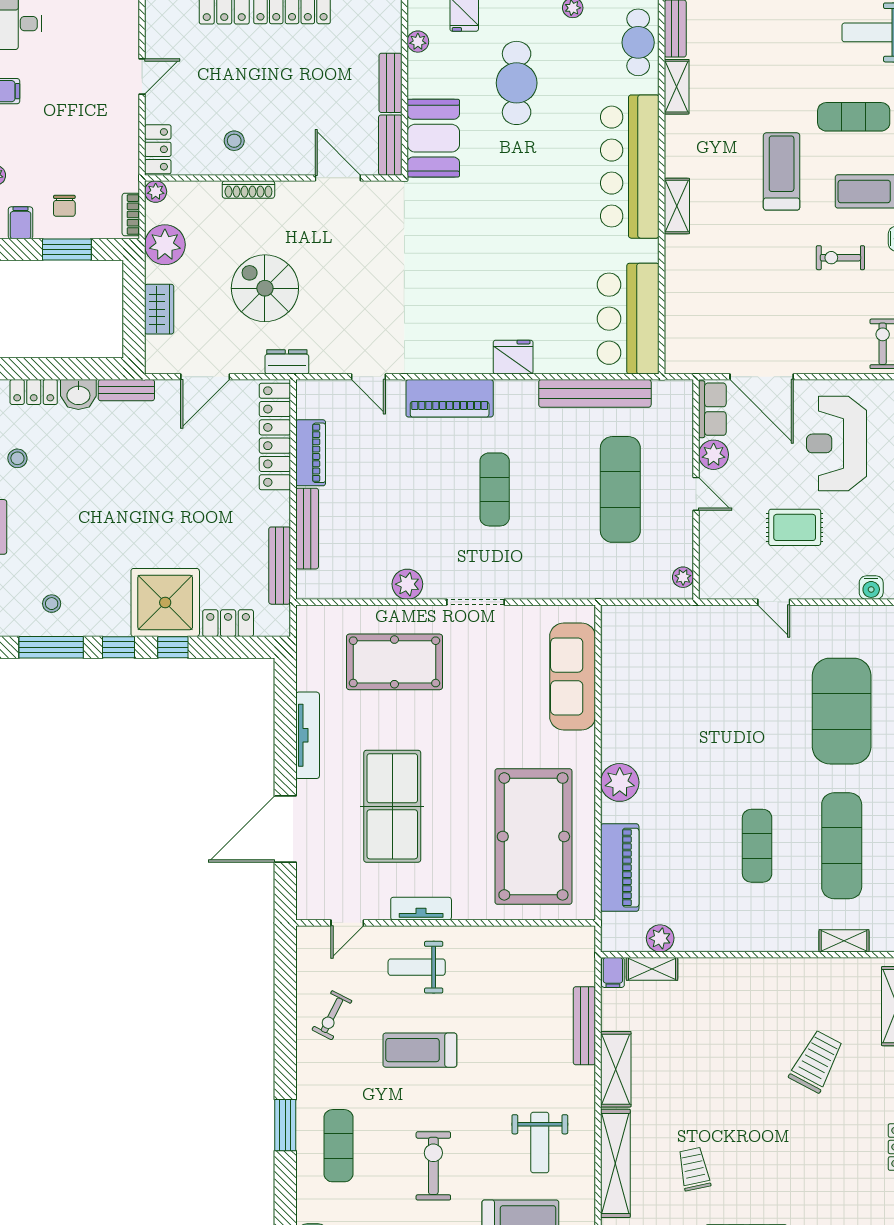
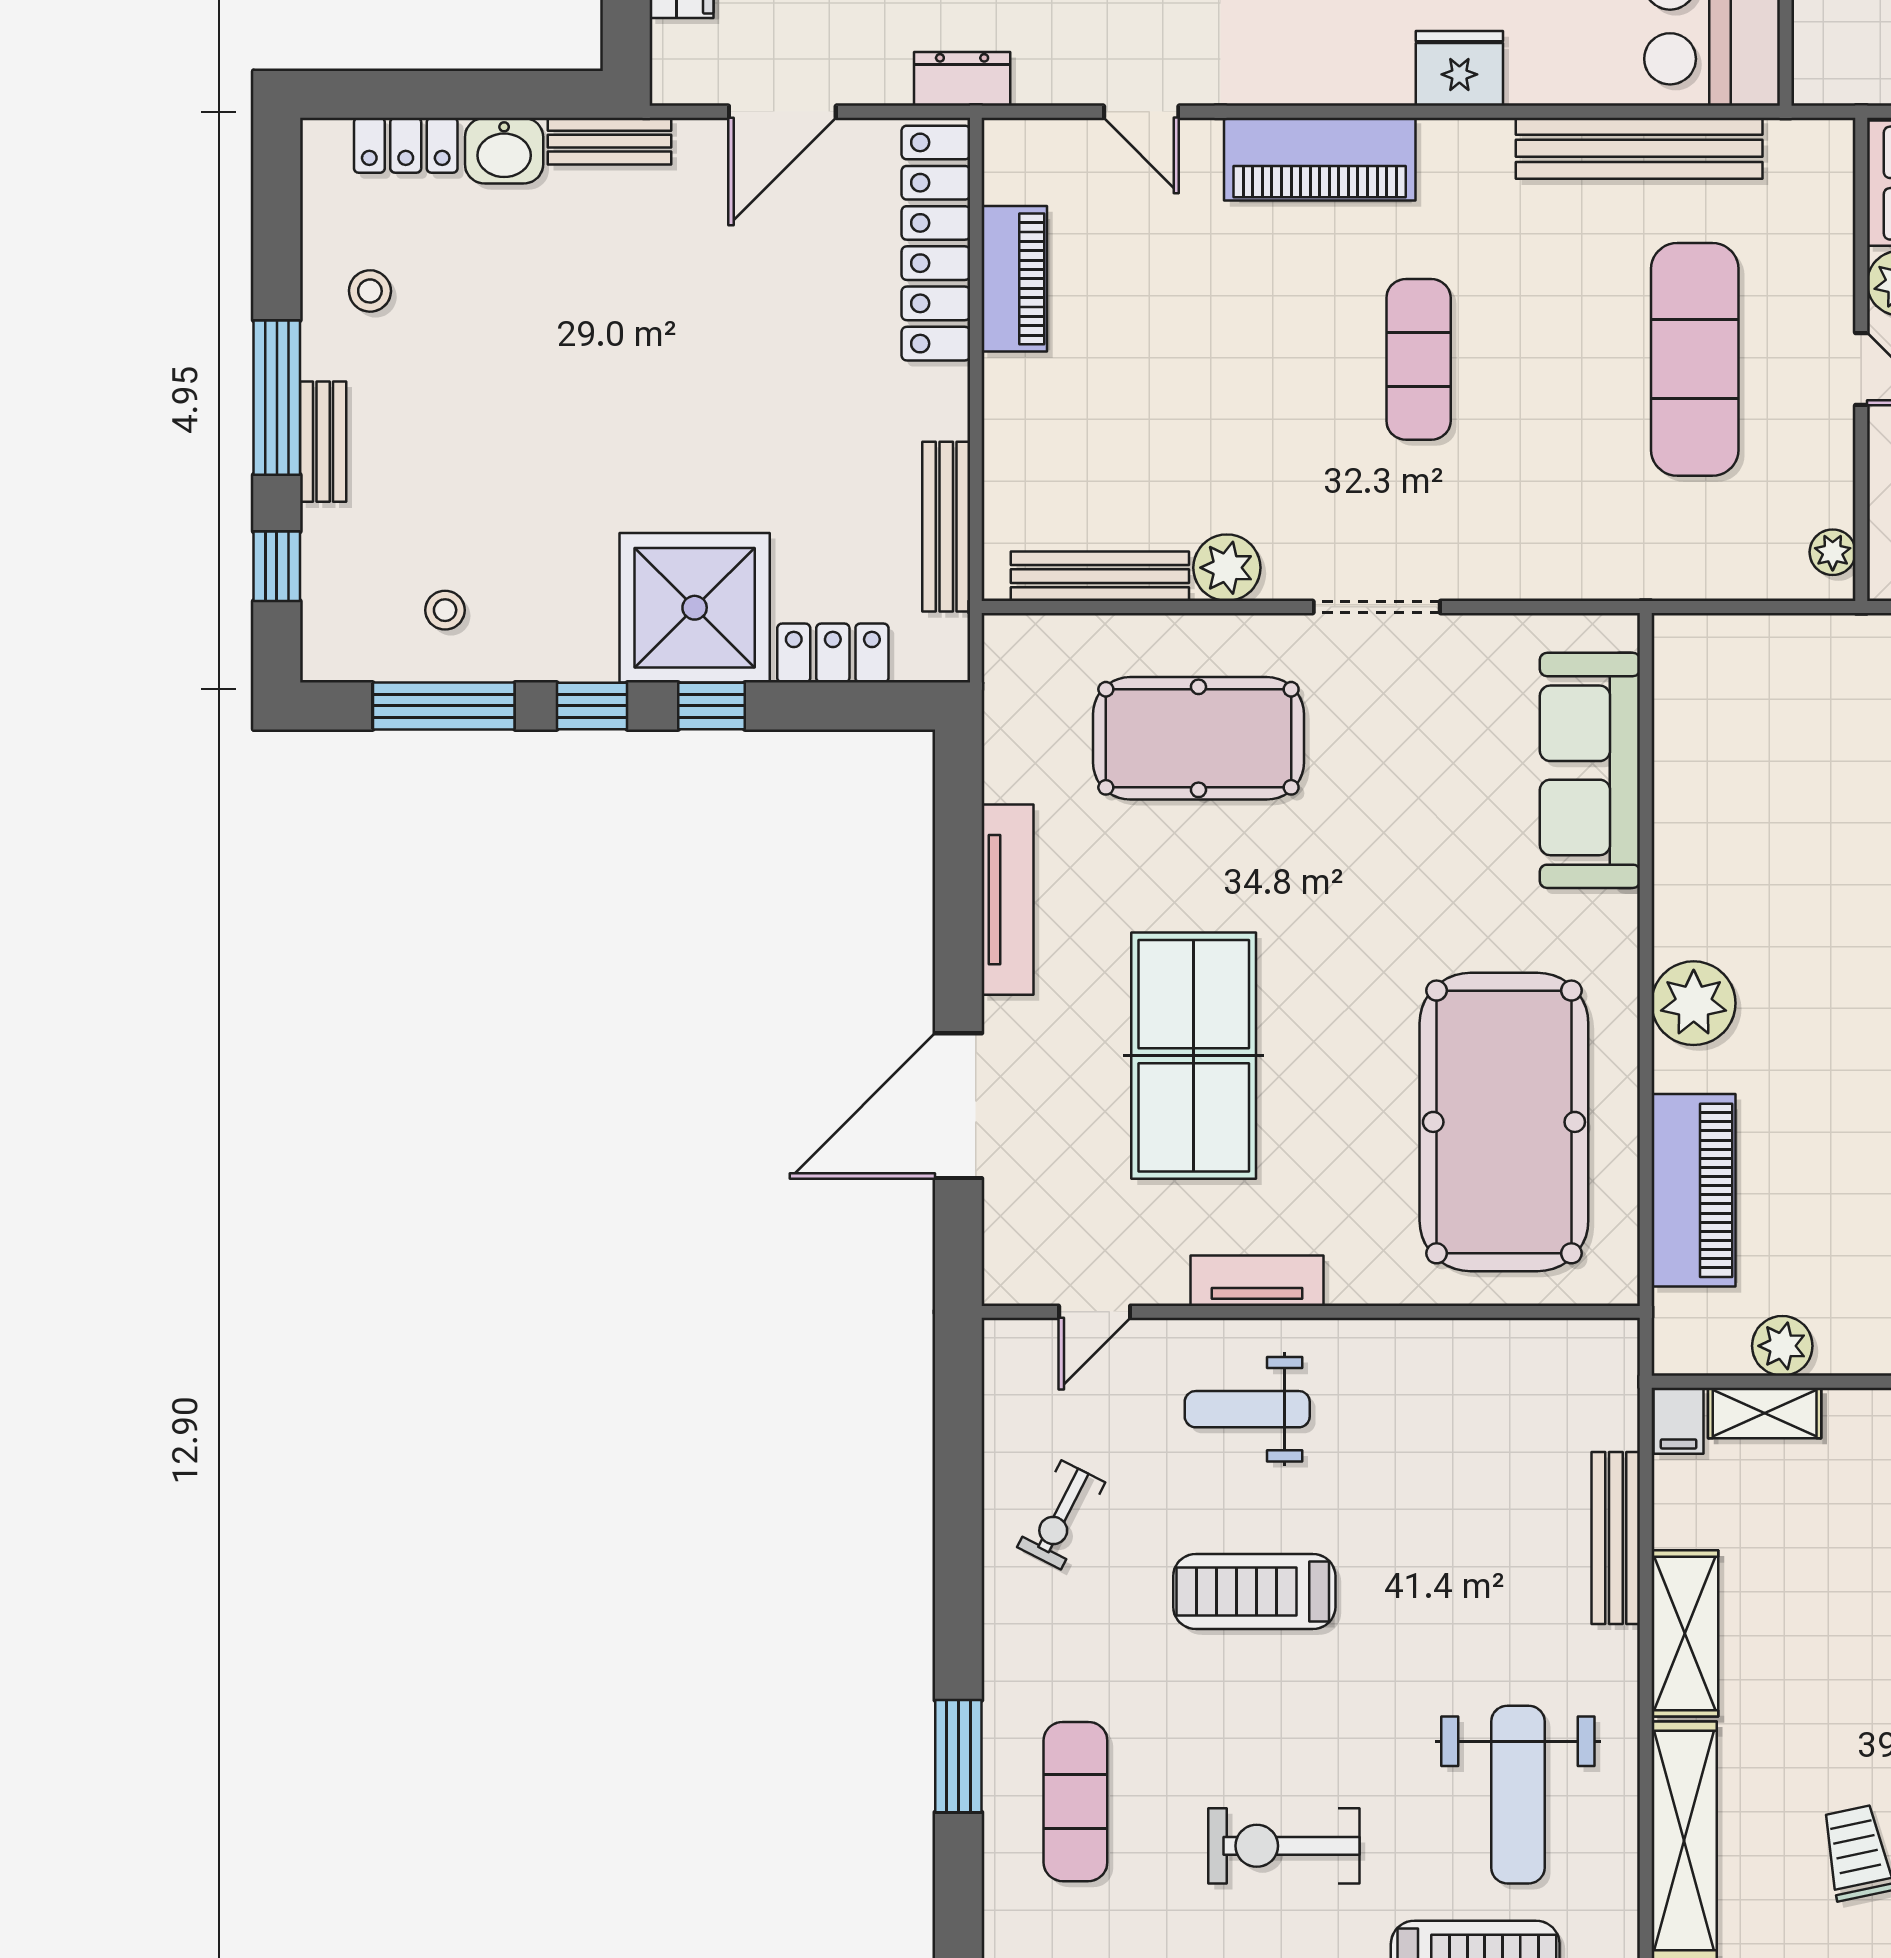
bench: (307, 529) -> (1100, 576), moved, turned 90
weight bench: (540, 1143) -> (1518, 1795), width x1.36, depth x1.33
exercise bike: (433, 1166) -> (1284, 1846), turned -90

